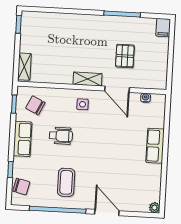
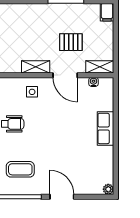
pallet: (125, 56) -> (71, 42), turned 90
shelving: (153, 83) -> (100, 67), added
coffee table: (66, 182) -> (20, 169), turned 90

